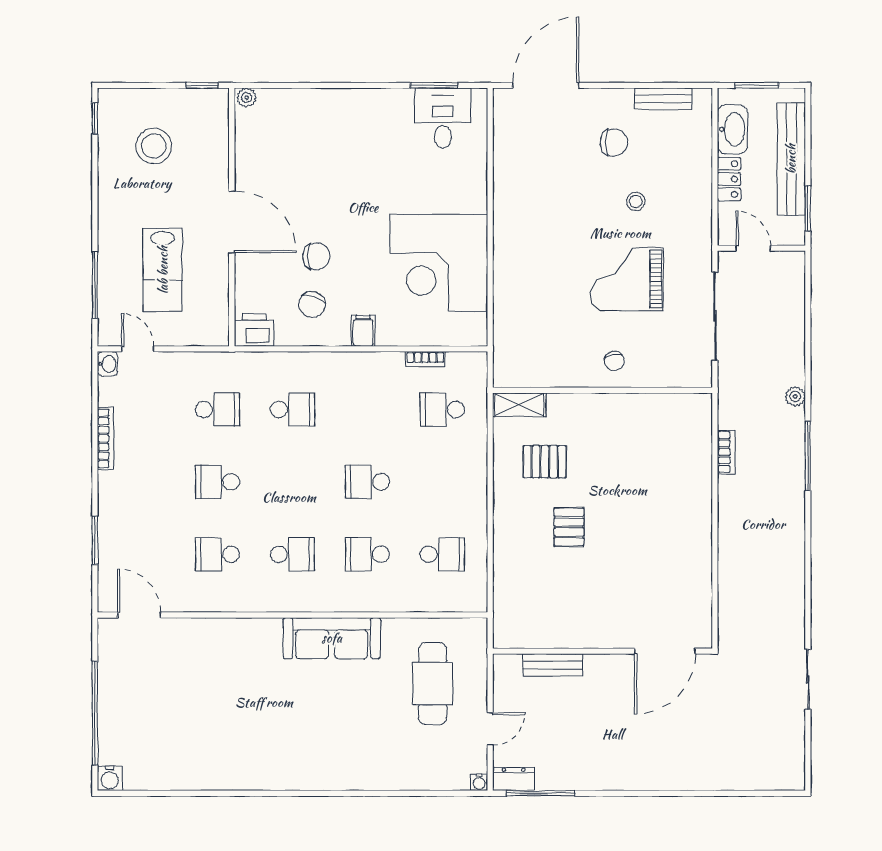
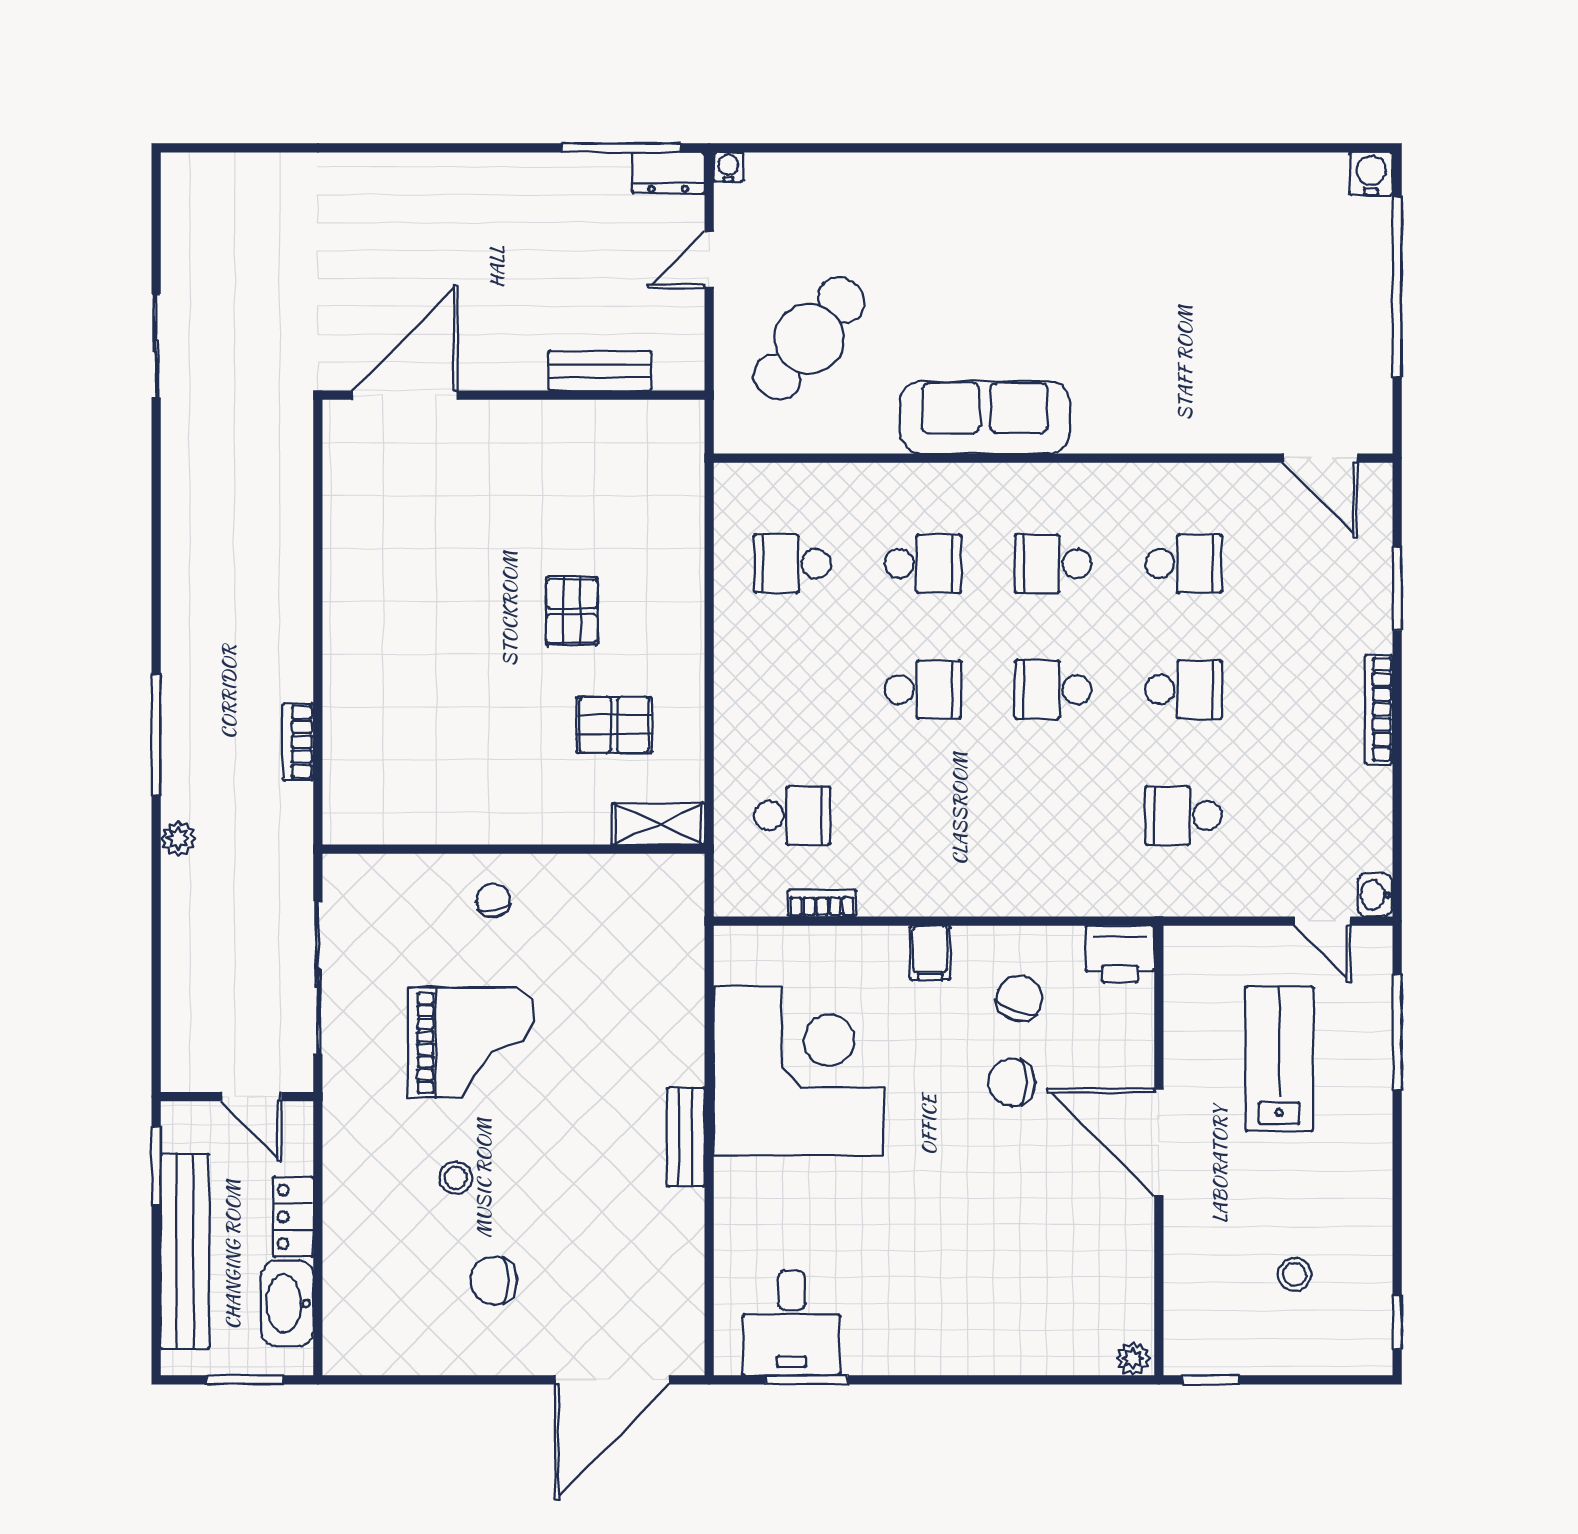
bench: (663, 99) -> (686, 1137), moved, turned 90
stool: (154, 146) -> (1295, 1274), width x0.53, depth x0.53
school desk: (292, 409) -> (1053, 690), moved
bookcase: (105, 438) -> (1379, 710), moved
cafe table: (433, 684) -> (809, 339), turned 40

